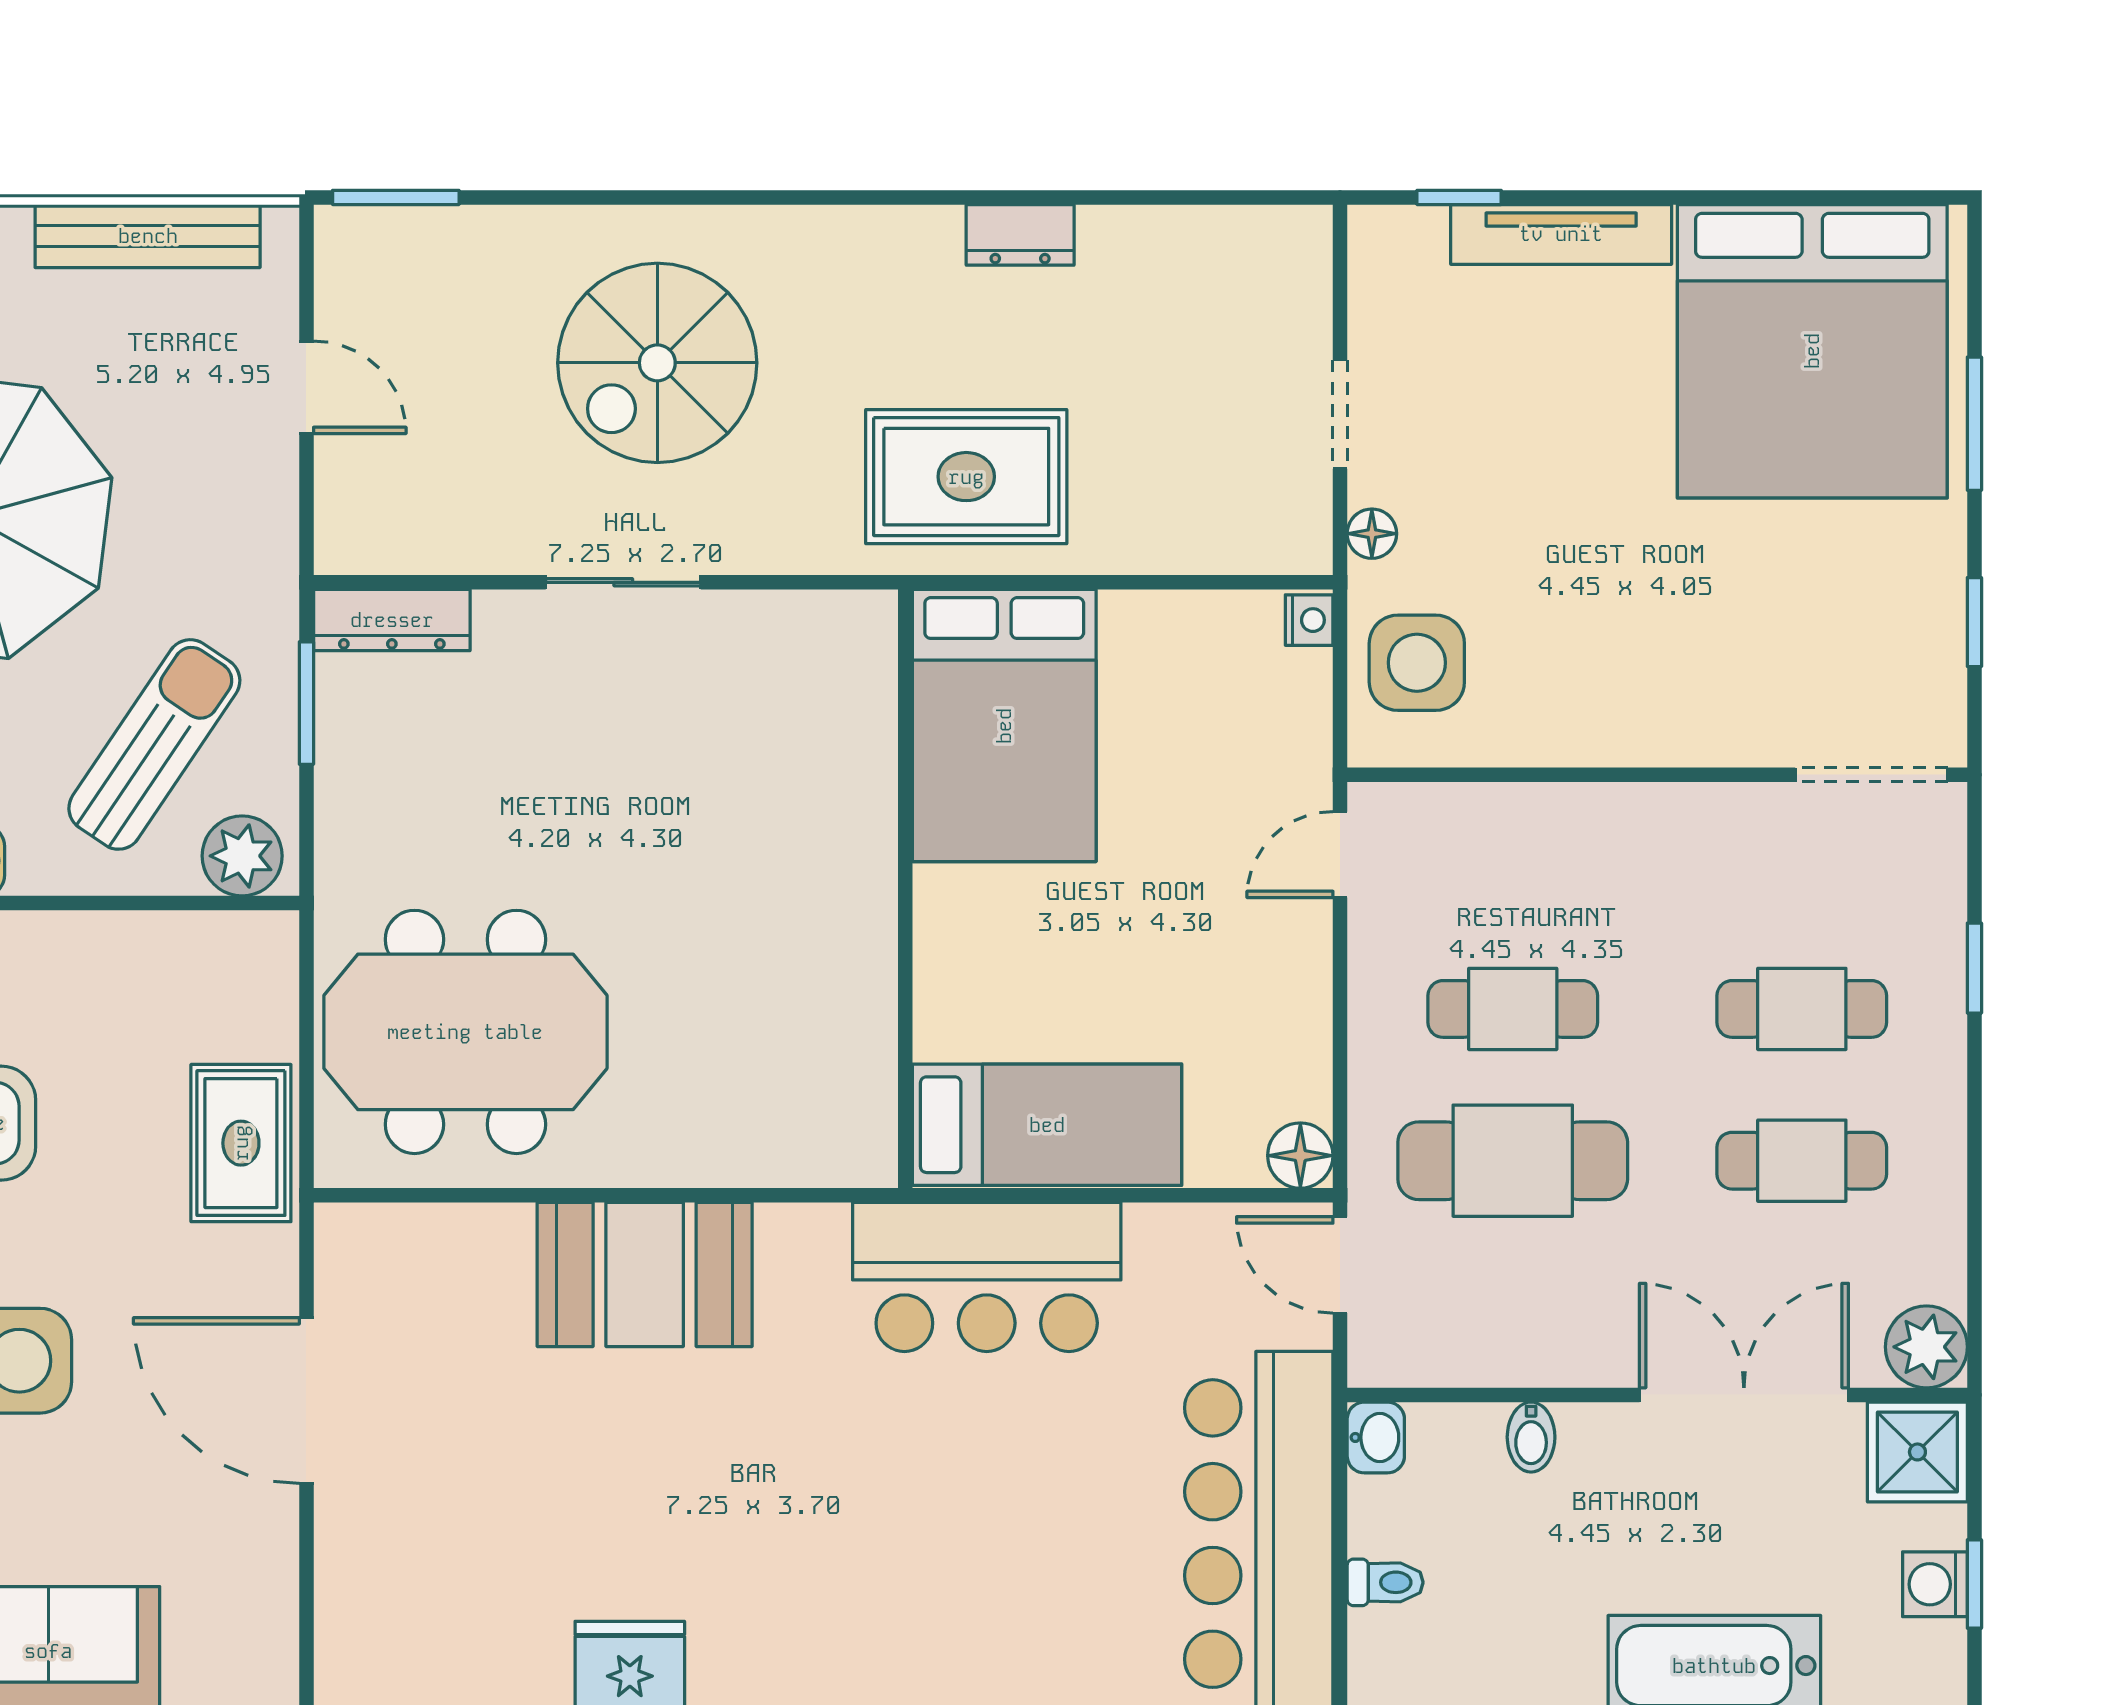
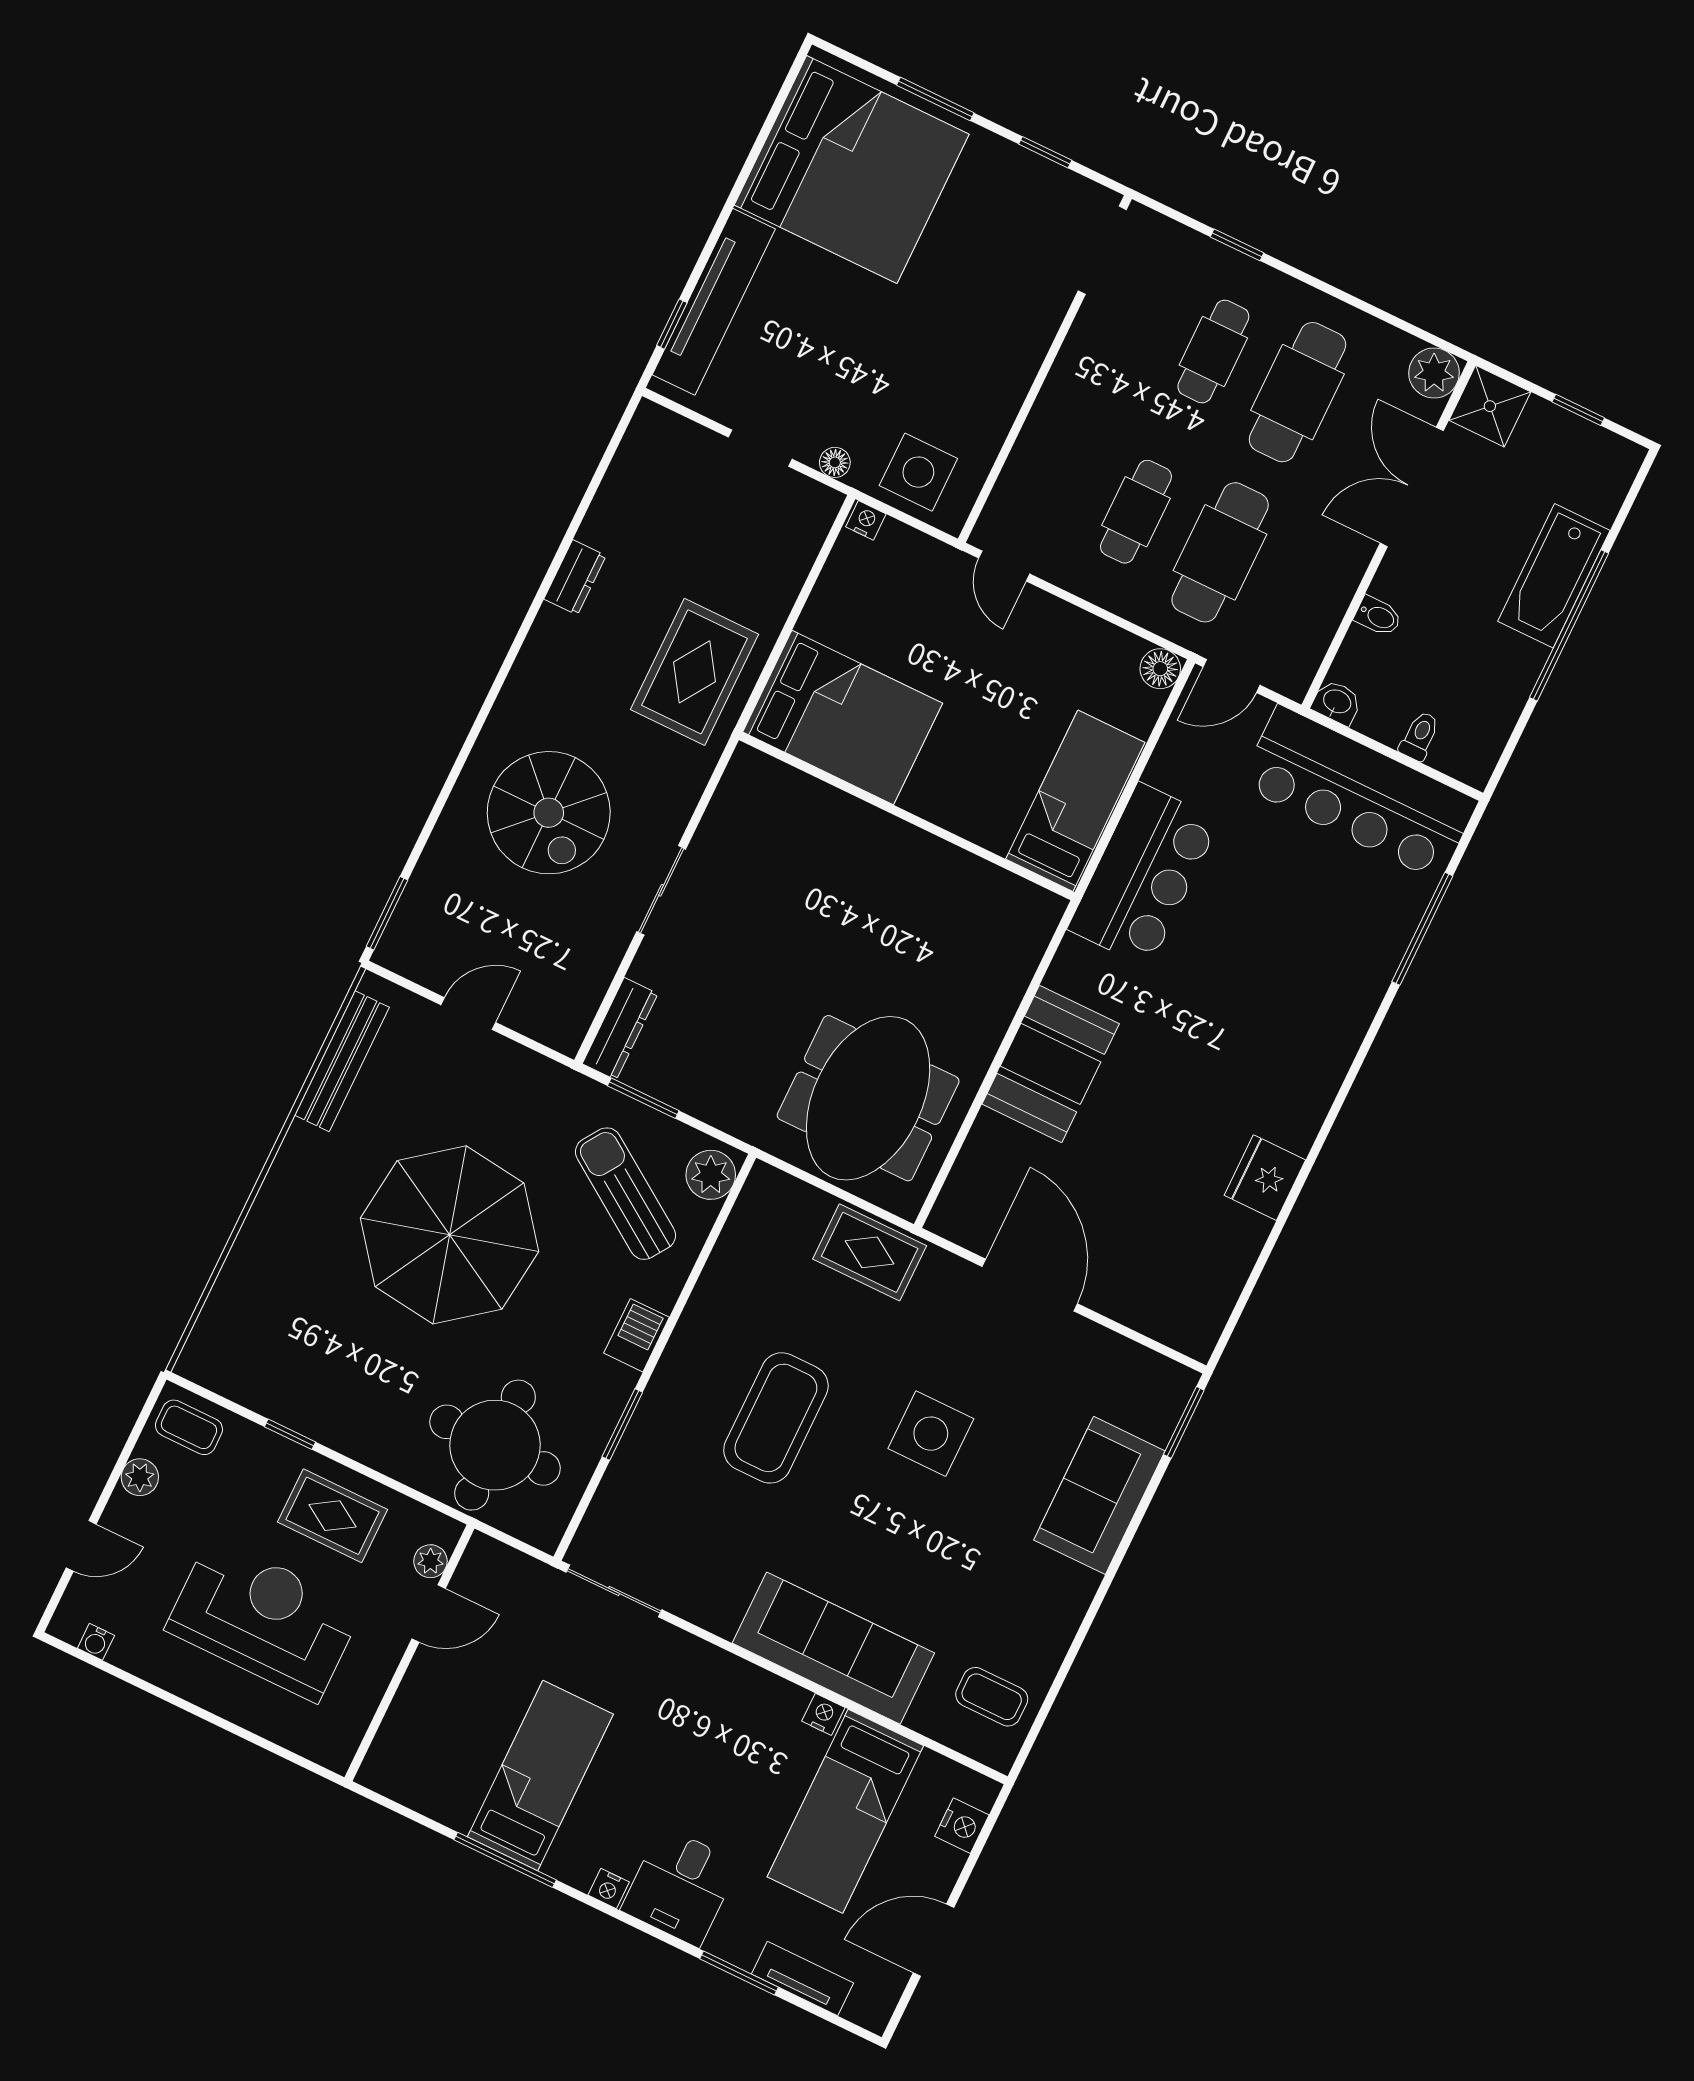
tv unit: (1561, 234) -> (714, 302), width x1.36, depth x1.29
cafe table: (1802, 1161) -> (1297, 392), width x1.37, depth x1.35
door: (306, 1401) -> (1030, 1285), swing flipped
washing machine: (1935, 1584) -> (1568, 432), removed

